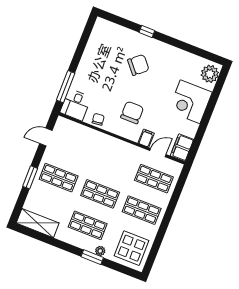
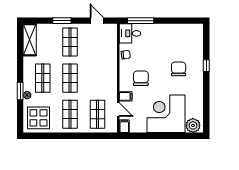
chair: (138, 65) -> (179, 69), turned -140
corner desk: (190, 102) -> (166, 114), width x1.36, depth x1.36
chair: (132, 112) -> (141, 78), turned -90
filing cabinet: (182, 148) -> (124, 126), width x0.50

